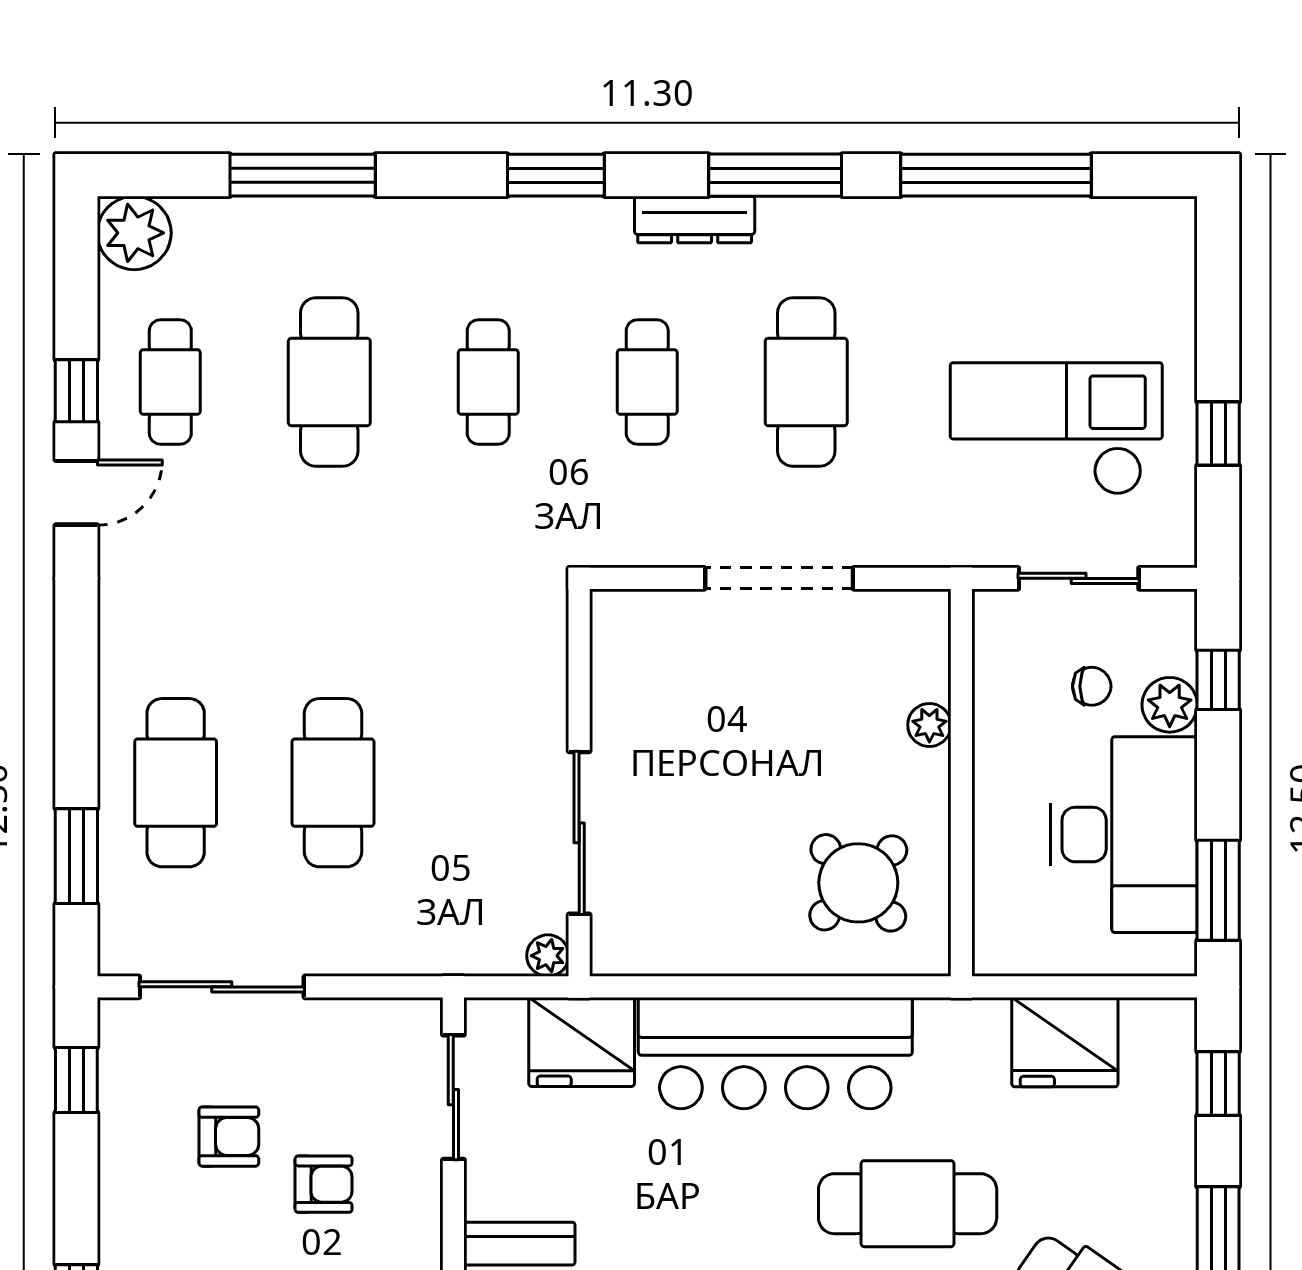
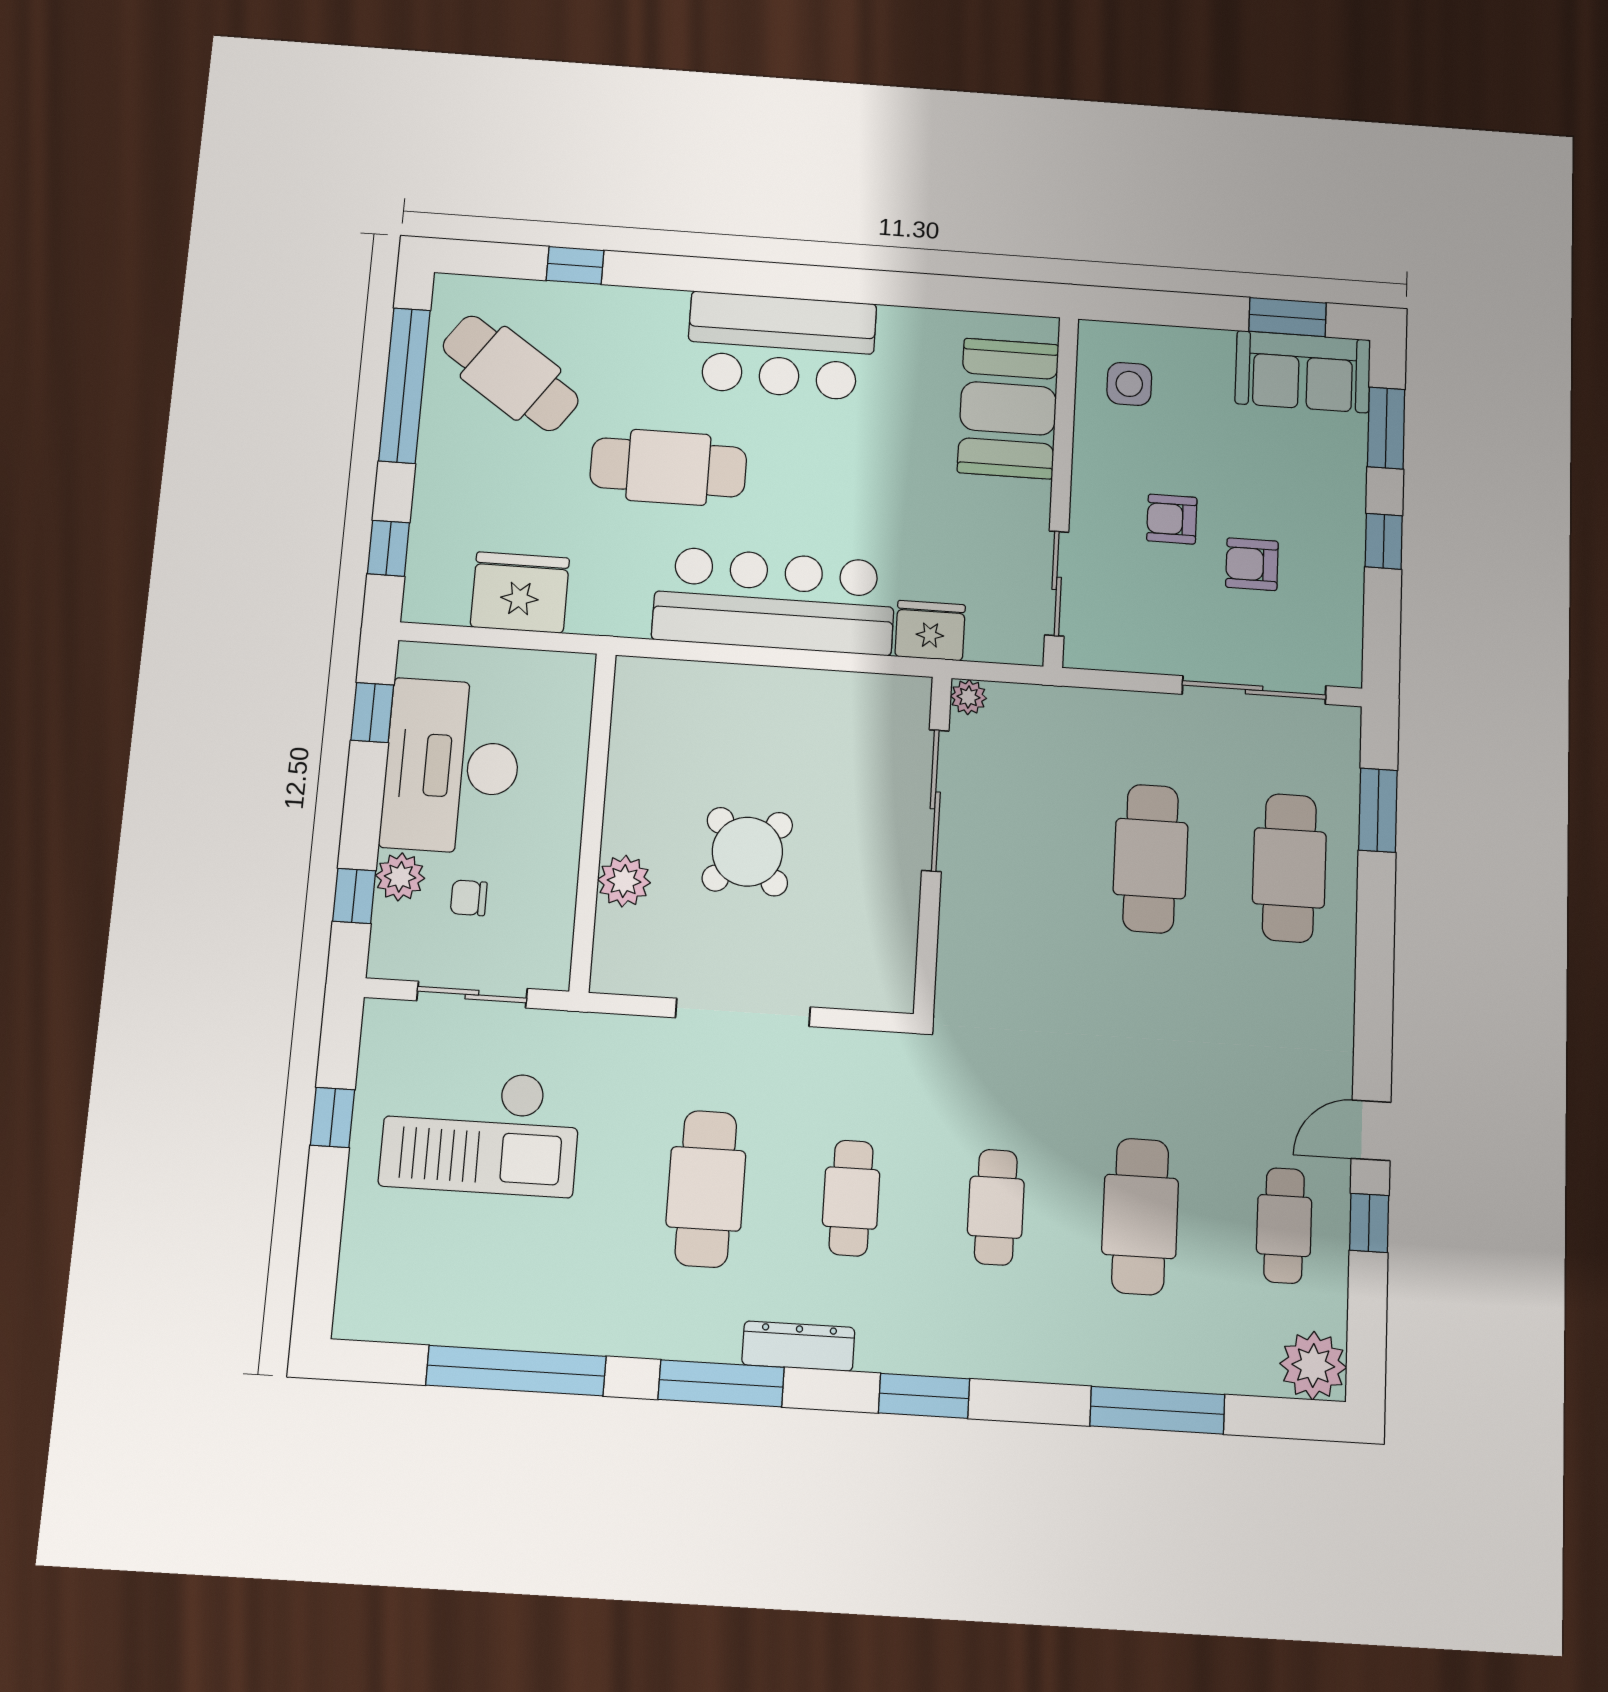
plant: (929, 725) -> (624, 881), width x1.38, depth x1.38
round table: (858, 883) -> (747, 852), moved
window: (1218, 890) -> (372, 713), width x0.67
fridge: (582, 1042) -> (930, 631), width x0.73, depth x0.75
window: (76, 1080) -> (1384, 541), moved

